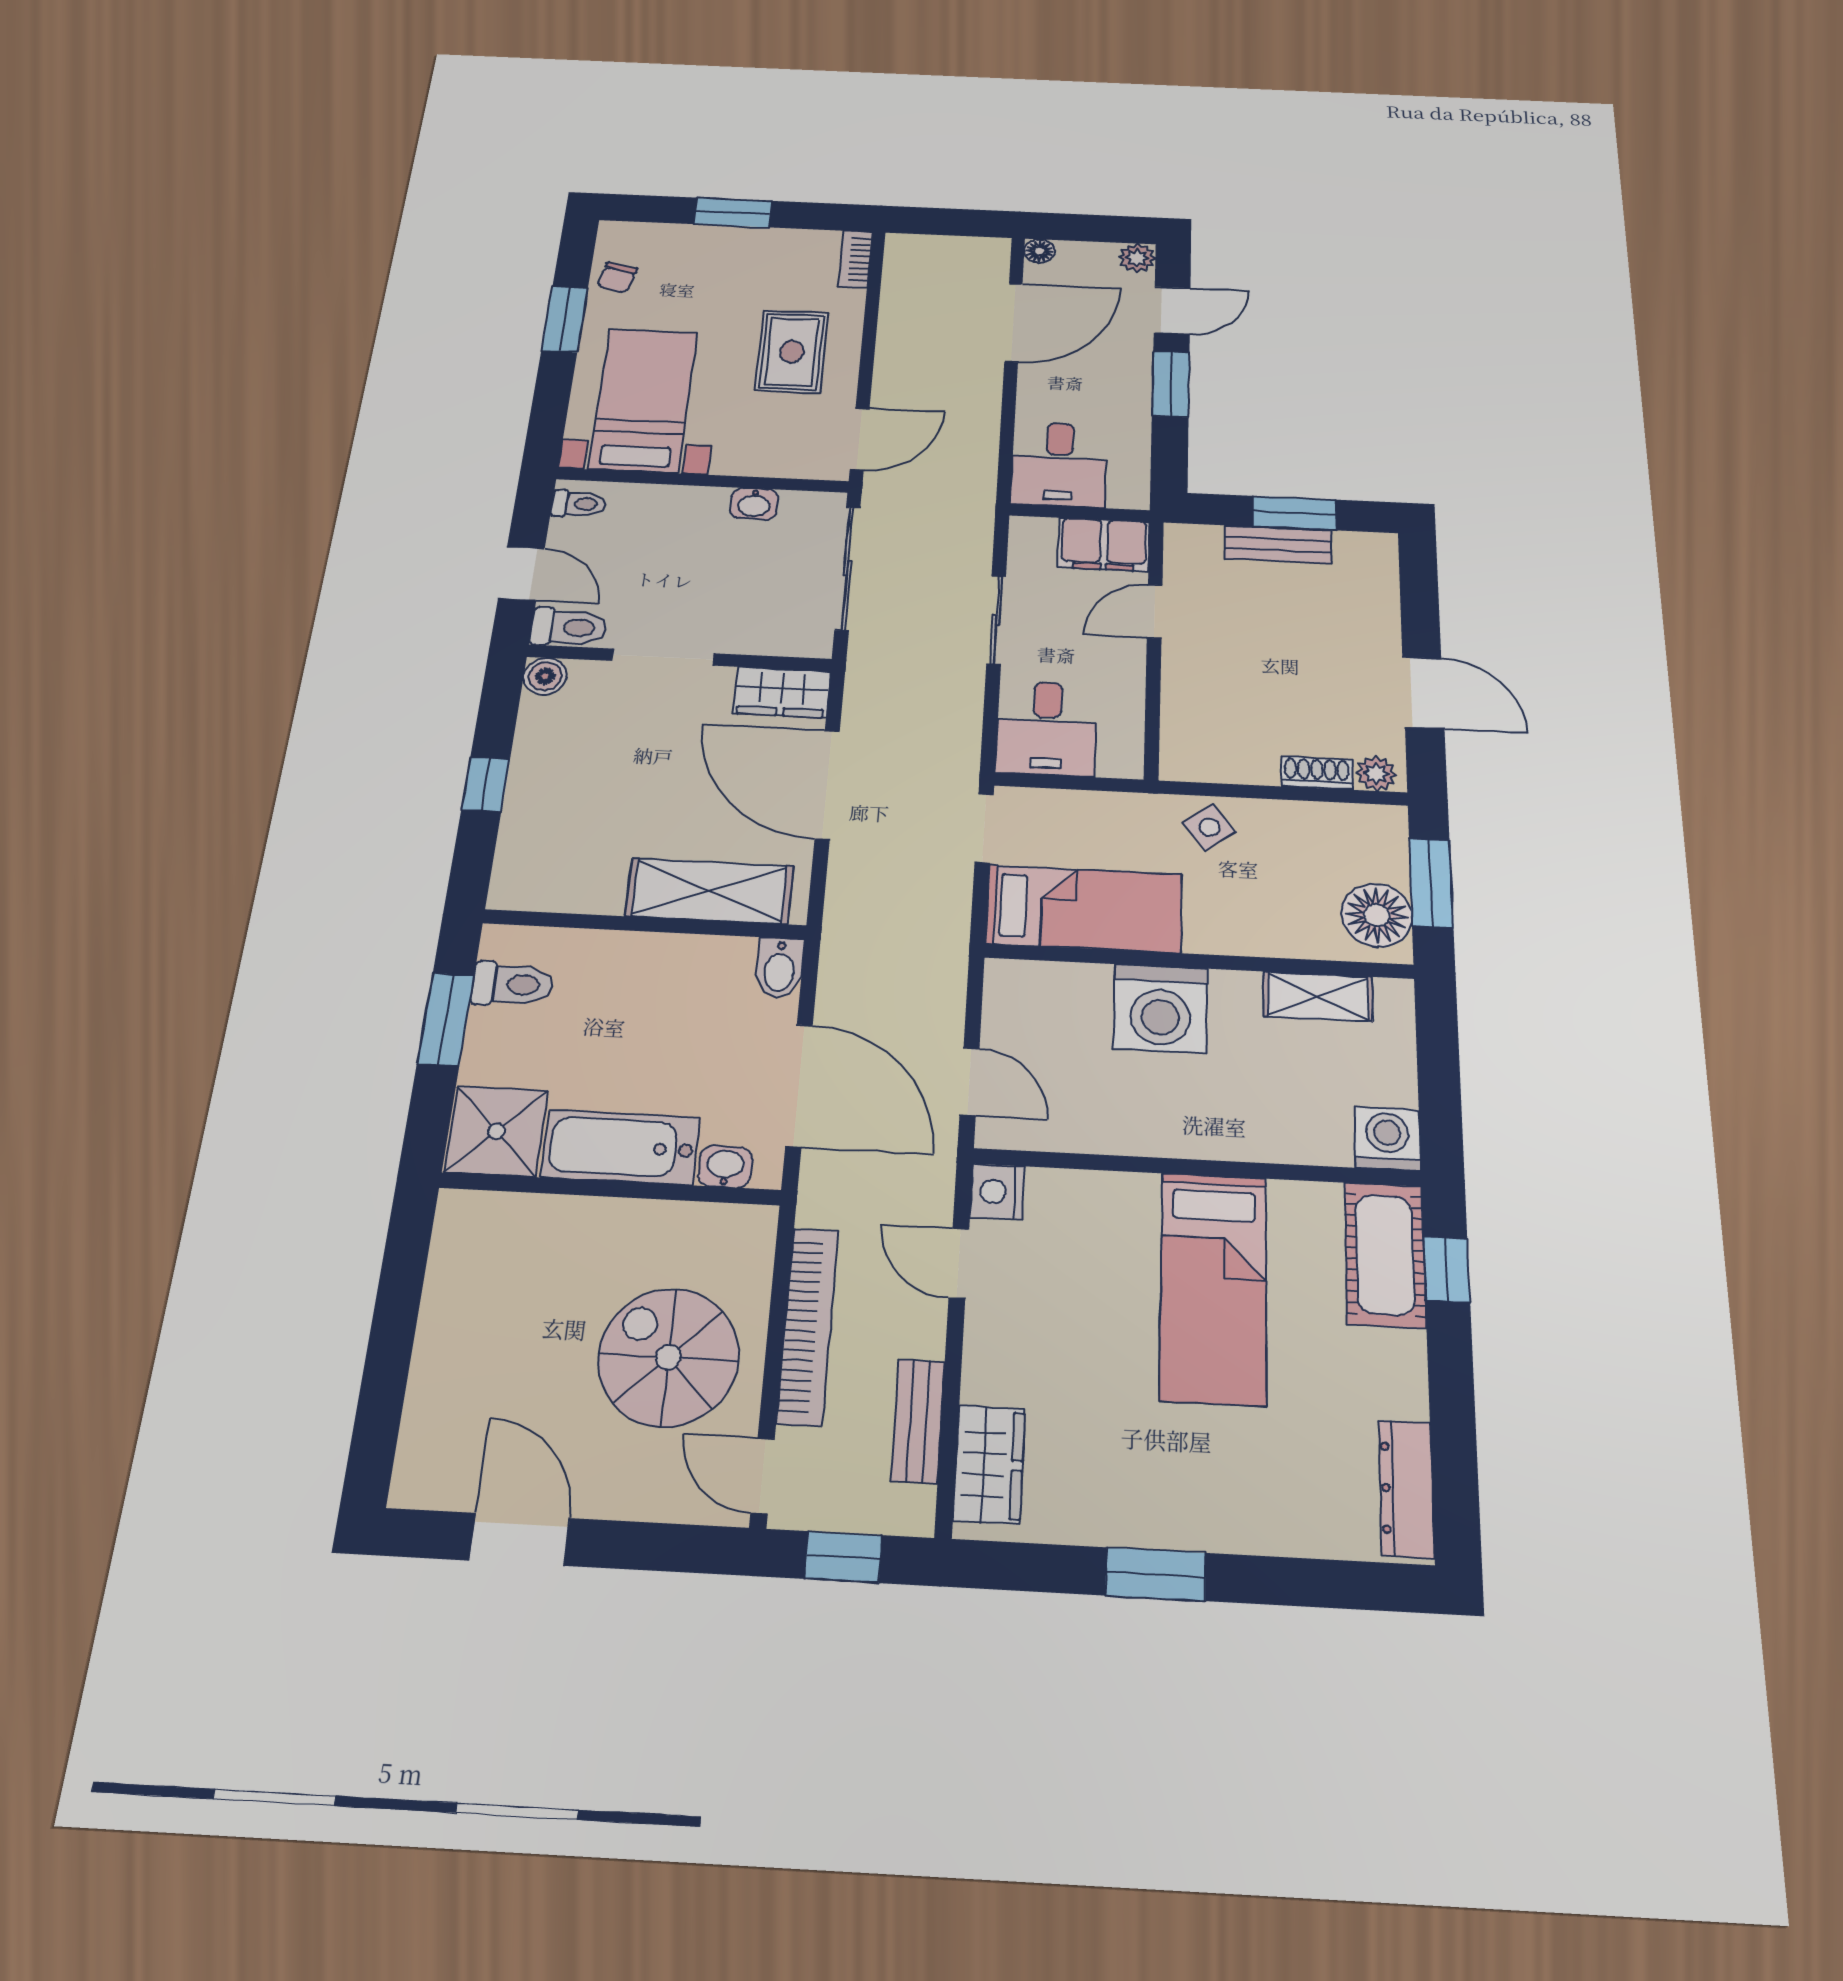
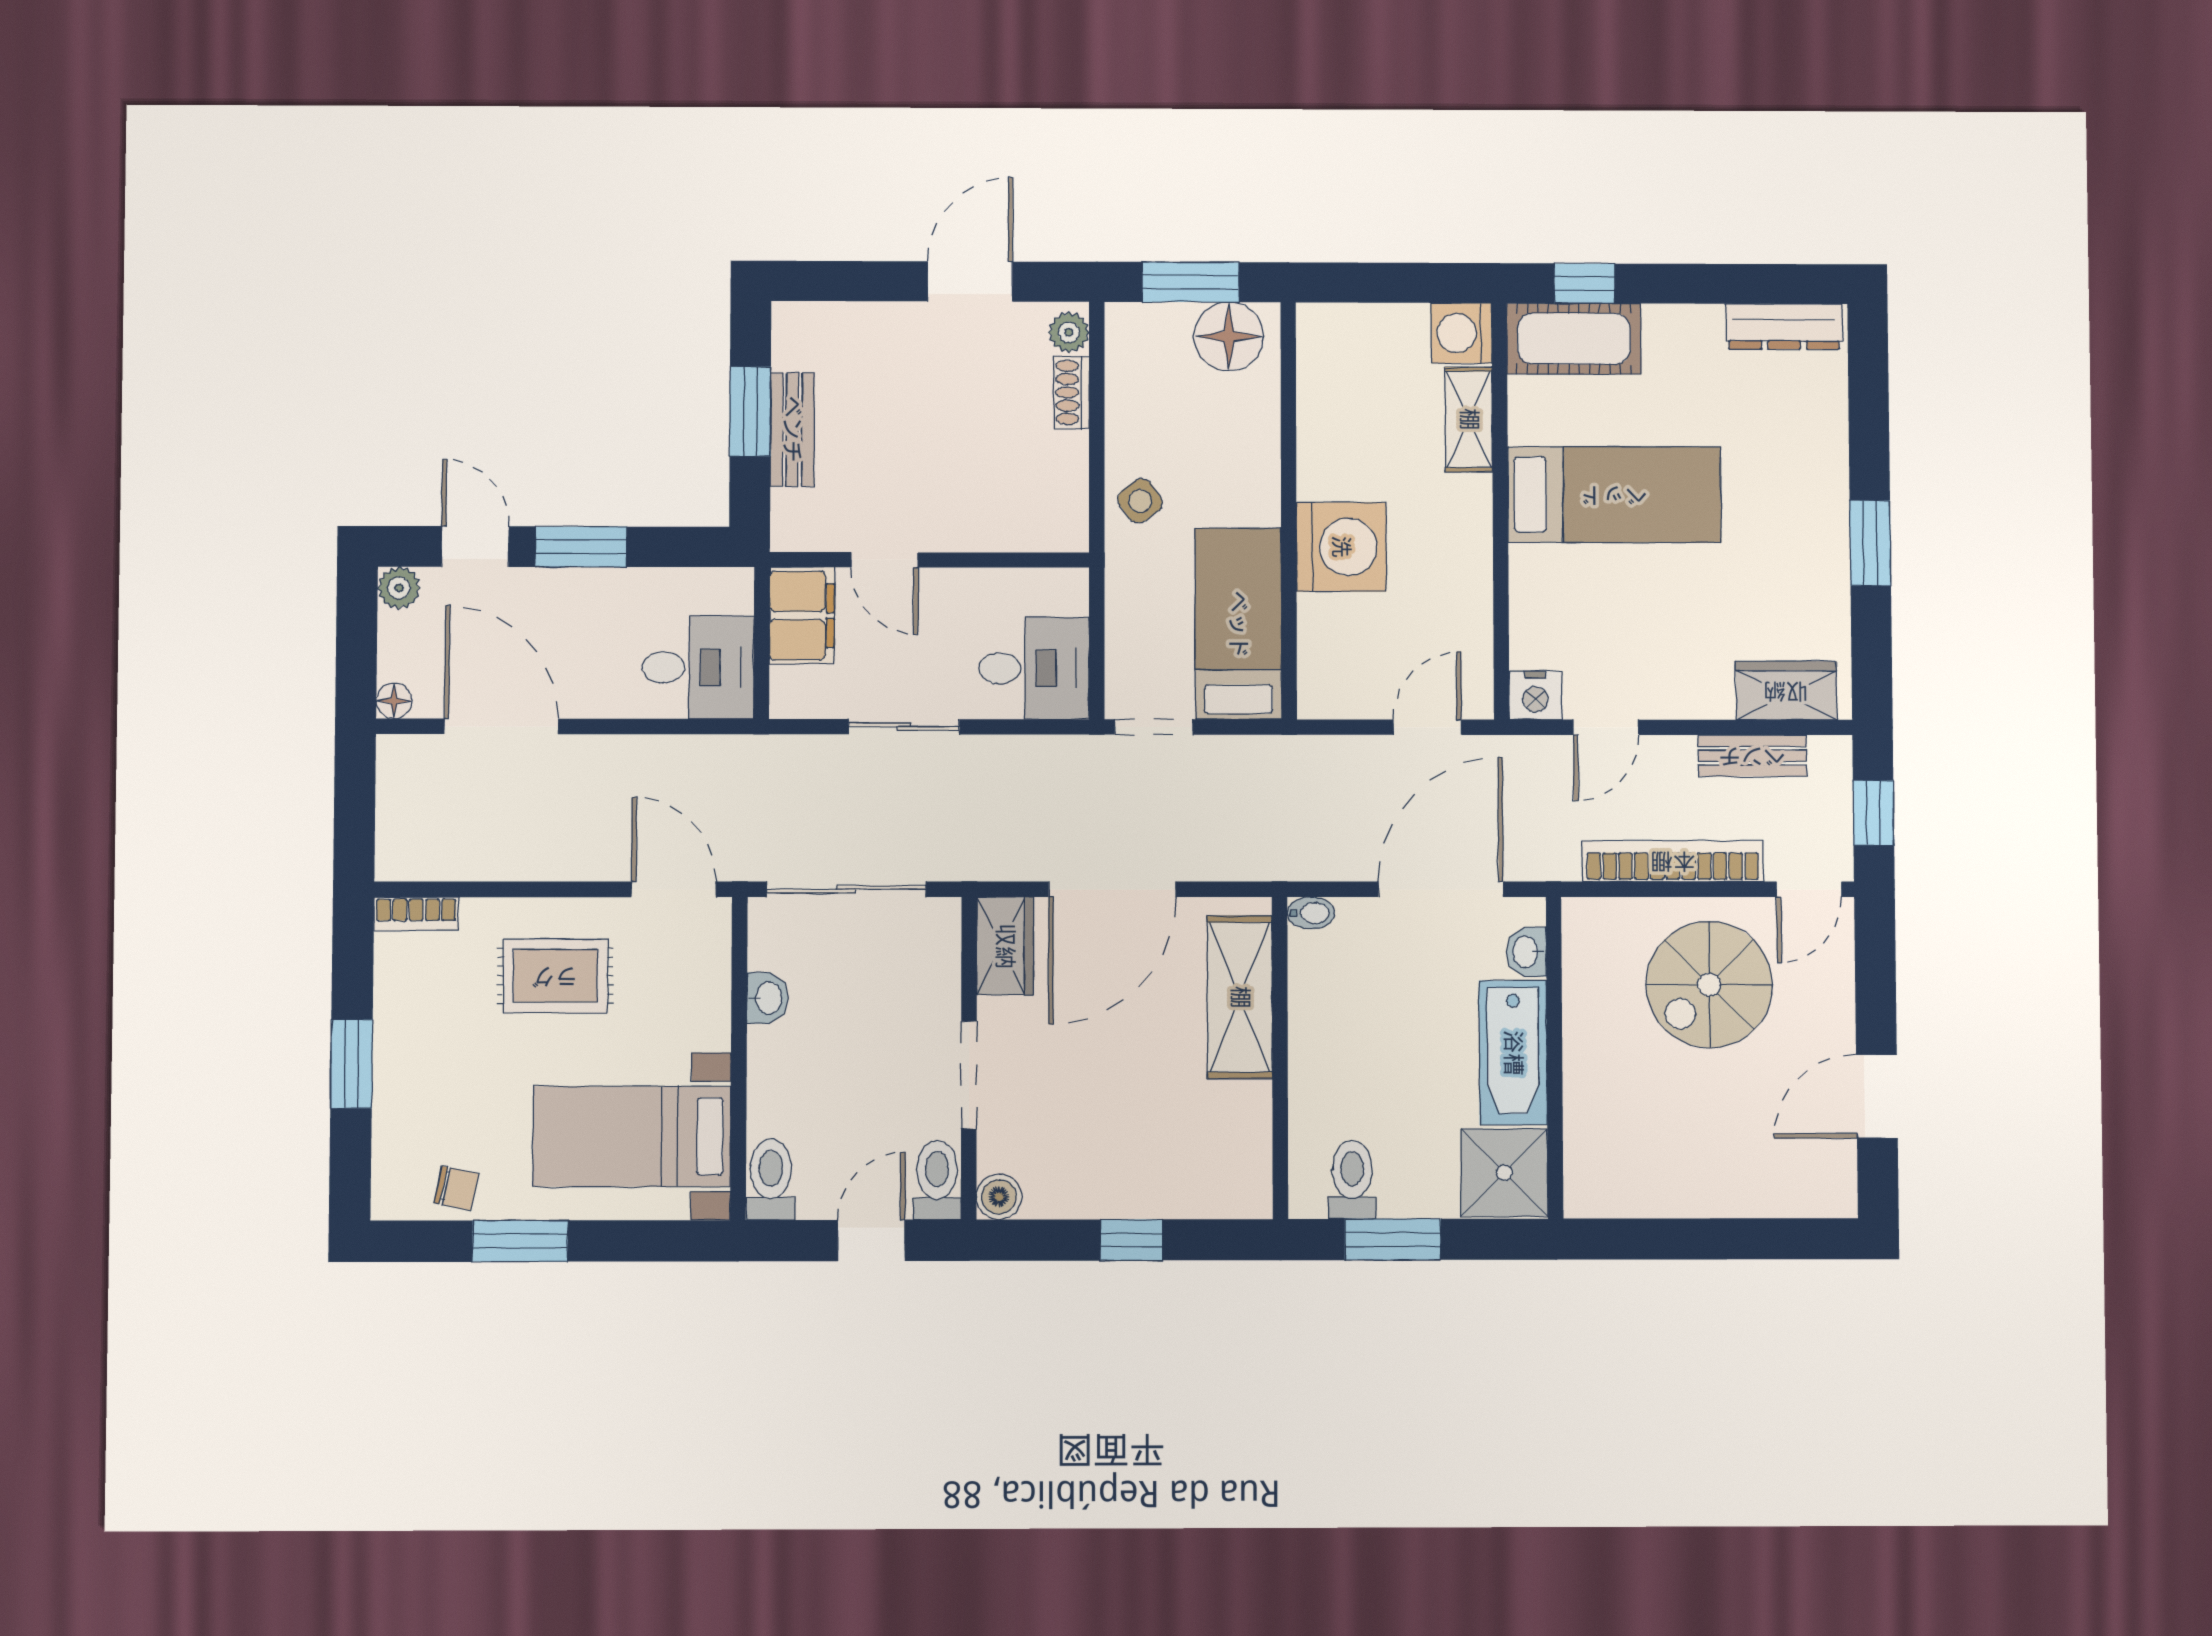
toilet: (579, 504) -> (771, 1179), width x1.37, depth x1.39
bidet: (780, 968) -> (1311, 913), width x0.72, depth x0.74
shelving: (1318, 996) -> (1469, 419), moved

